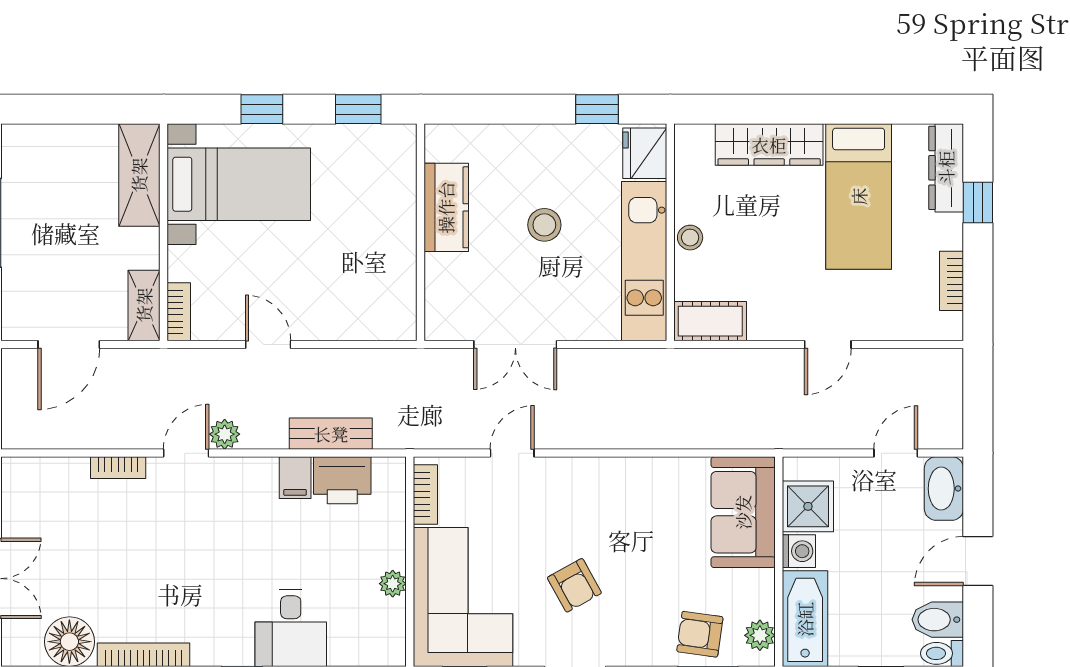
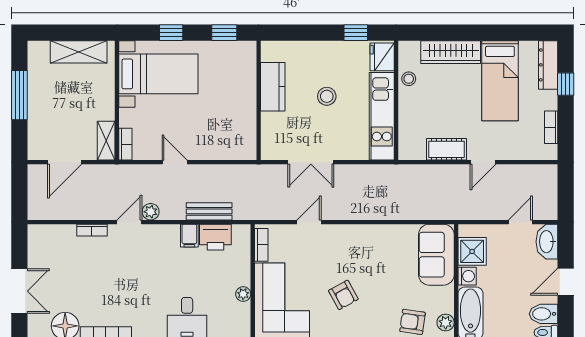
shelving: (139, 175) -> (79, 52), moved, turned 90
stool: (690, 238) -> (409, 79), moved
cot: (710, 321) -> (446, 149), moved

